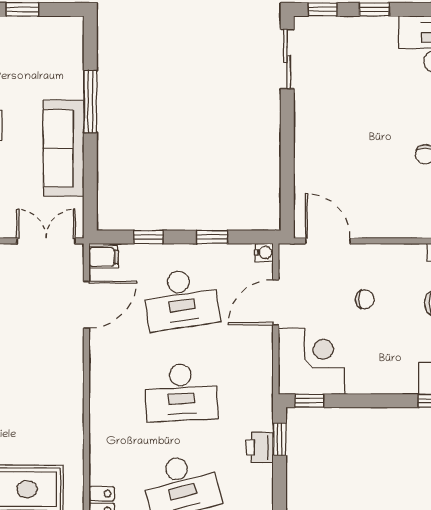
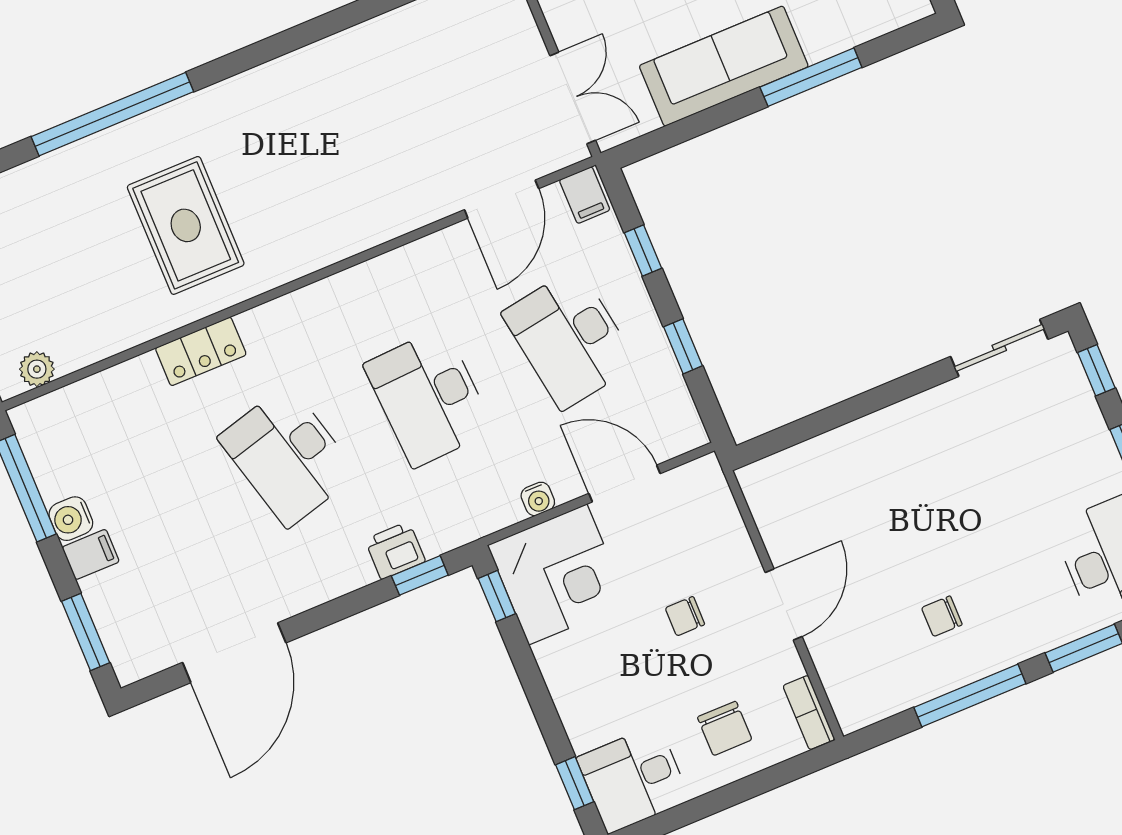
door: (328, 241) -> (784, 605), moved
water cooler: (264, 252) -> (538, 499), moved
chair: (365, 299) -> (685, 616), turned 90
door: (86, 305) -> (502, 199), hinge flipped

